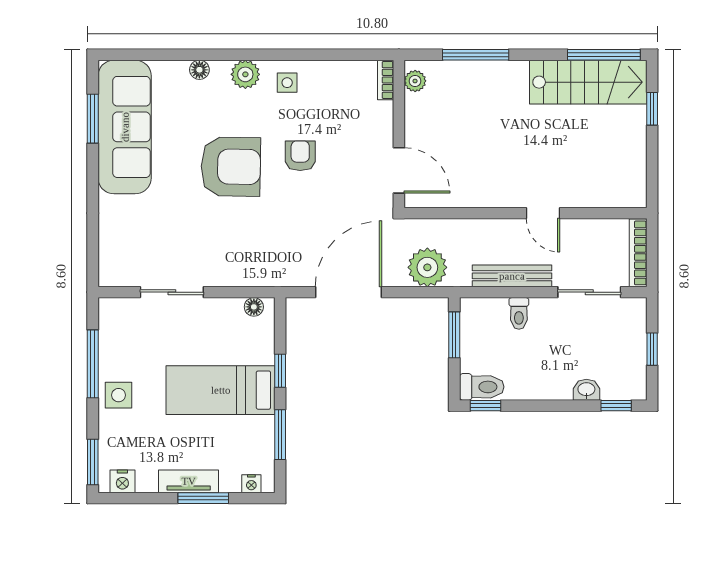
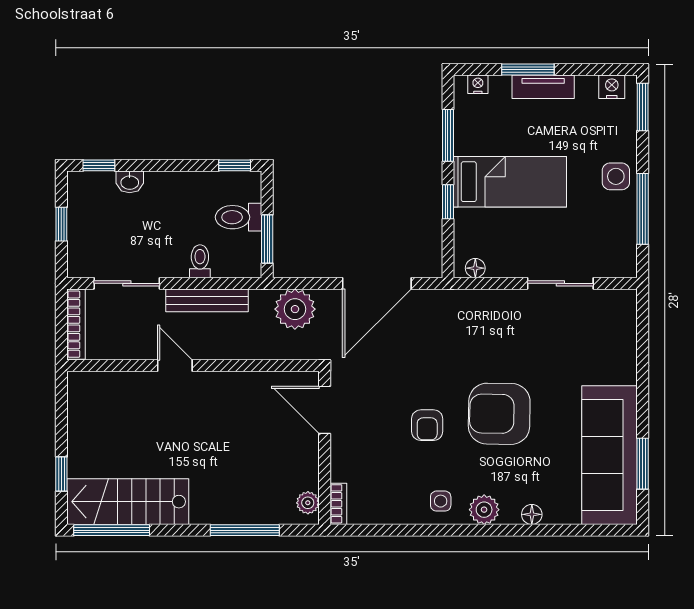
toilet: (482, 387) -> (238, 217), moved

